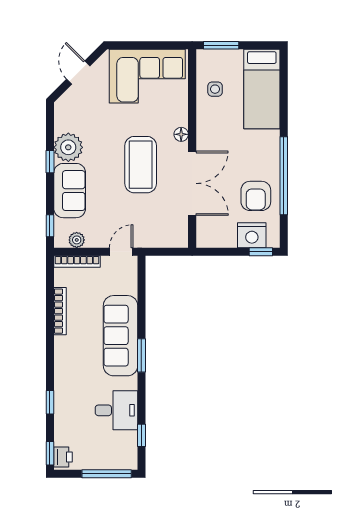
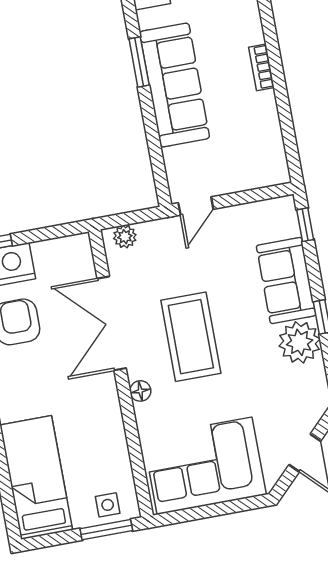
side table: (215, 89) -> (108, 505), moved
plant: (77, 240) -> (125, 237), moved
bookcase: (77, 262) -> (257, 180), removed
bookcase: (60, 311) -> (261, 67), moved, width x0.64

